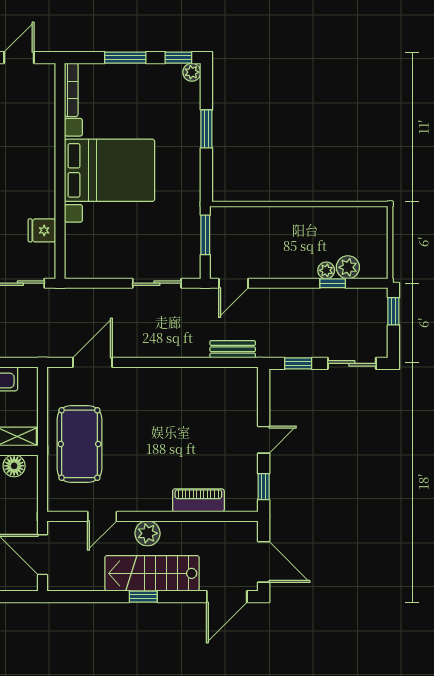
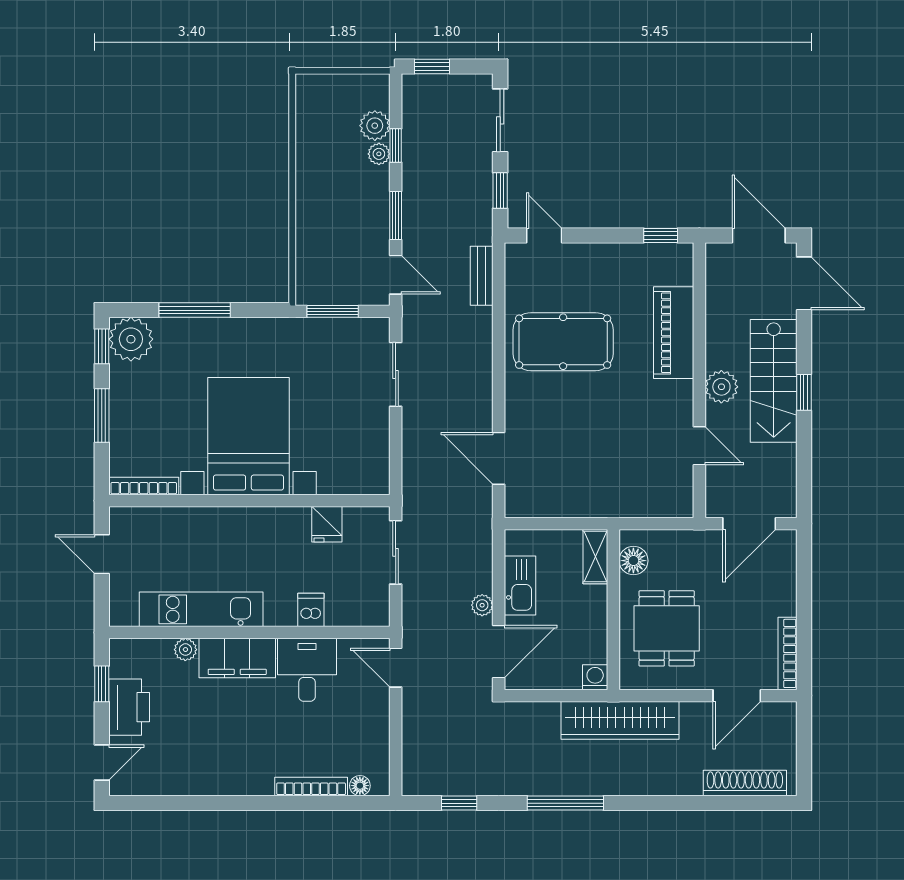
plant: (192, 72) -> (131, 339), width x1.88, depth x1.88
window: (206, 129) -> (195, 310), width x1.44
window: (279, 283) -> (396, 216), added
door: (264, 440) -> (544, 236), moved
pool table: (79, 444) -> (563, 342), moved
piano: (198, 500) -> (674, 333), width x1.37, depth x1.33
door: (264, 562) -> (759, 236), hinge flipped

